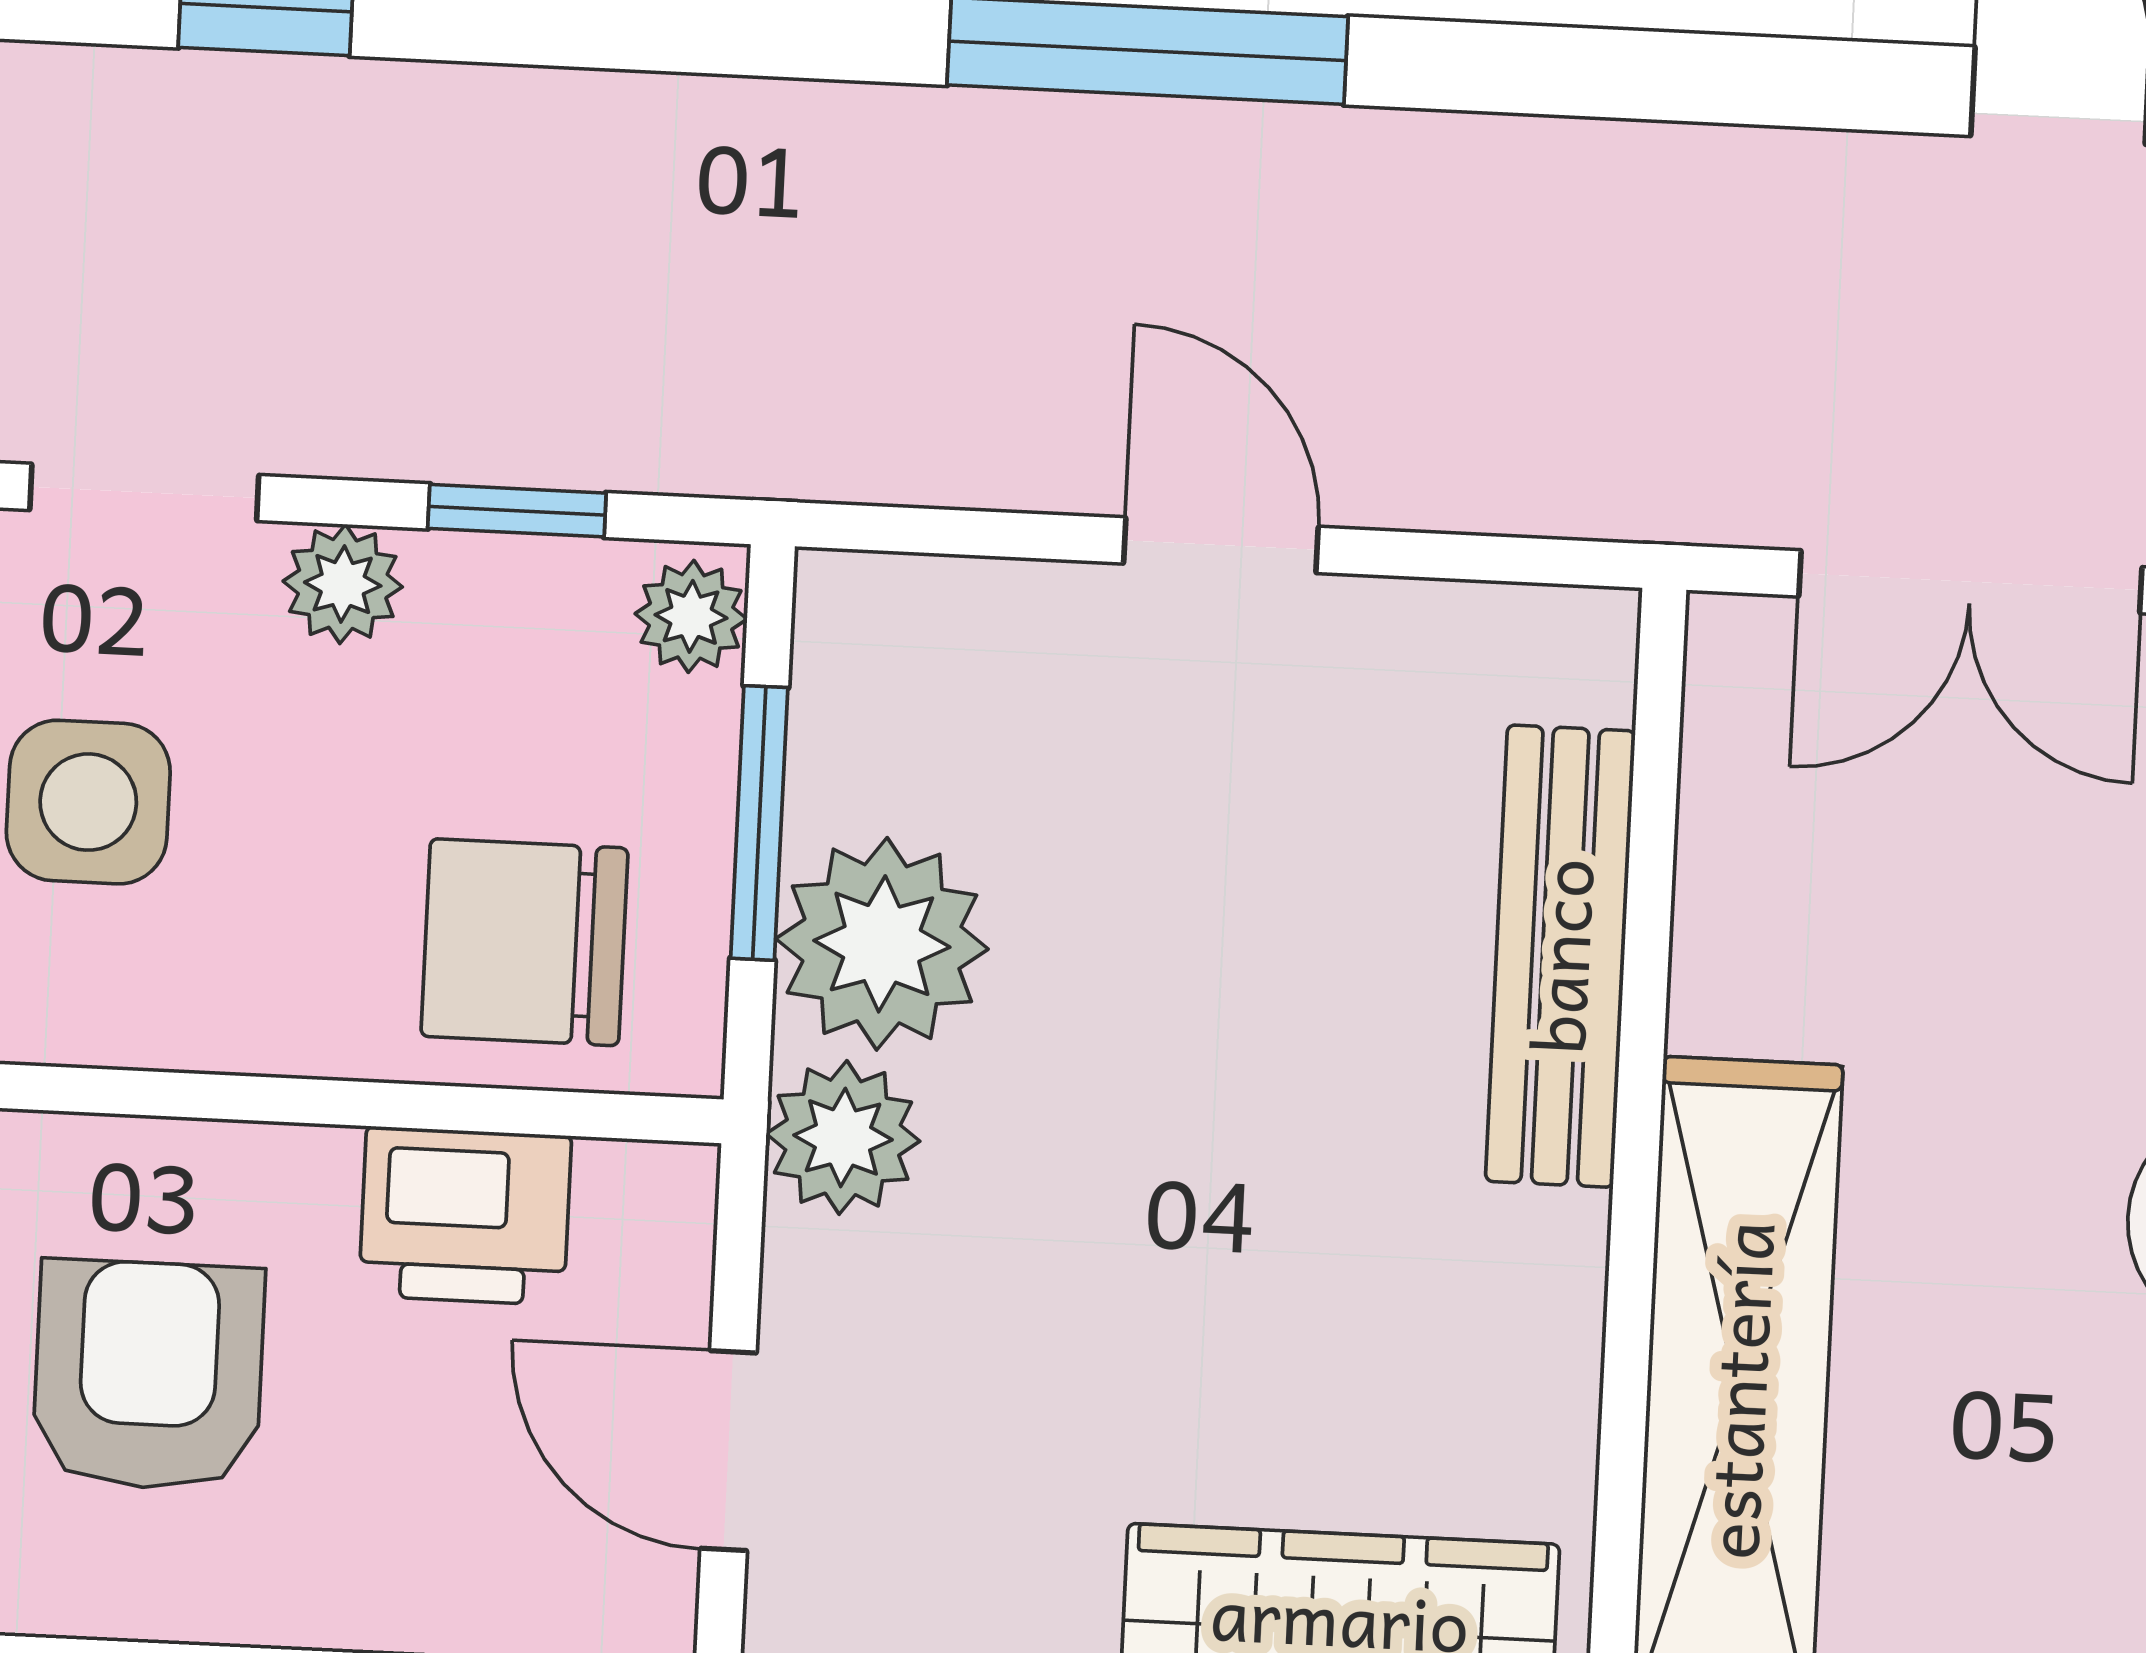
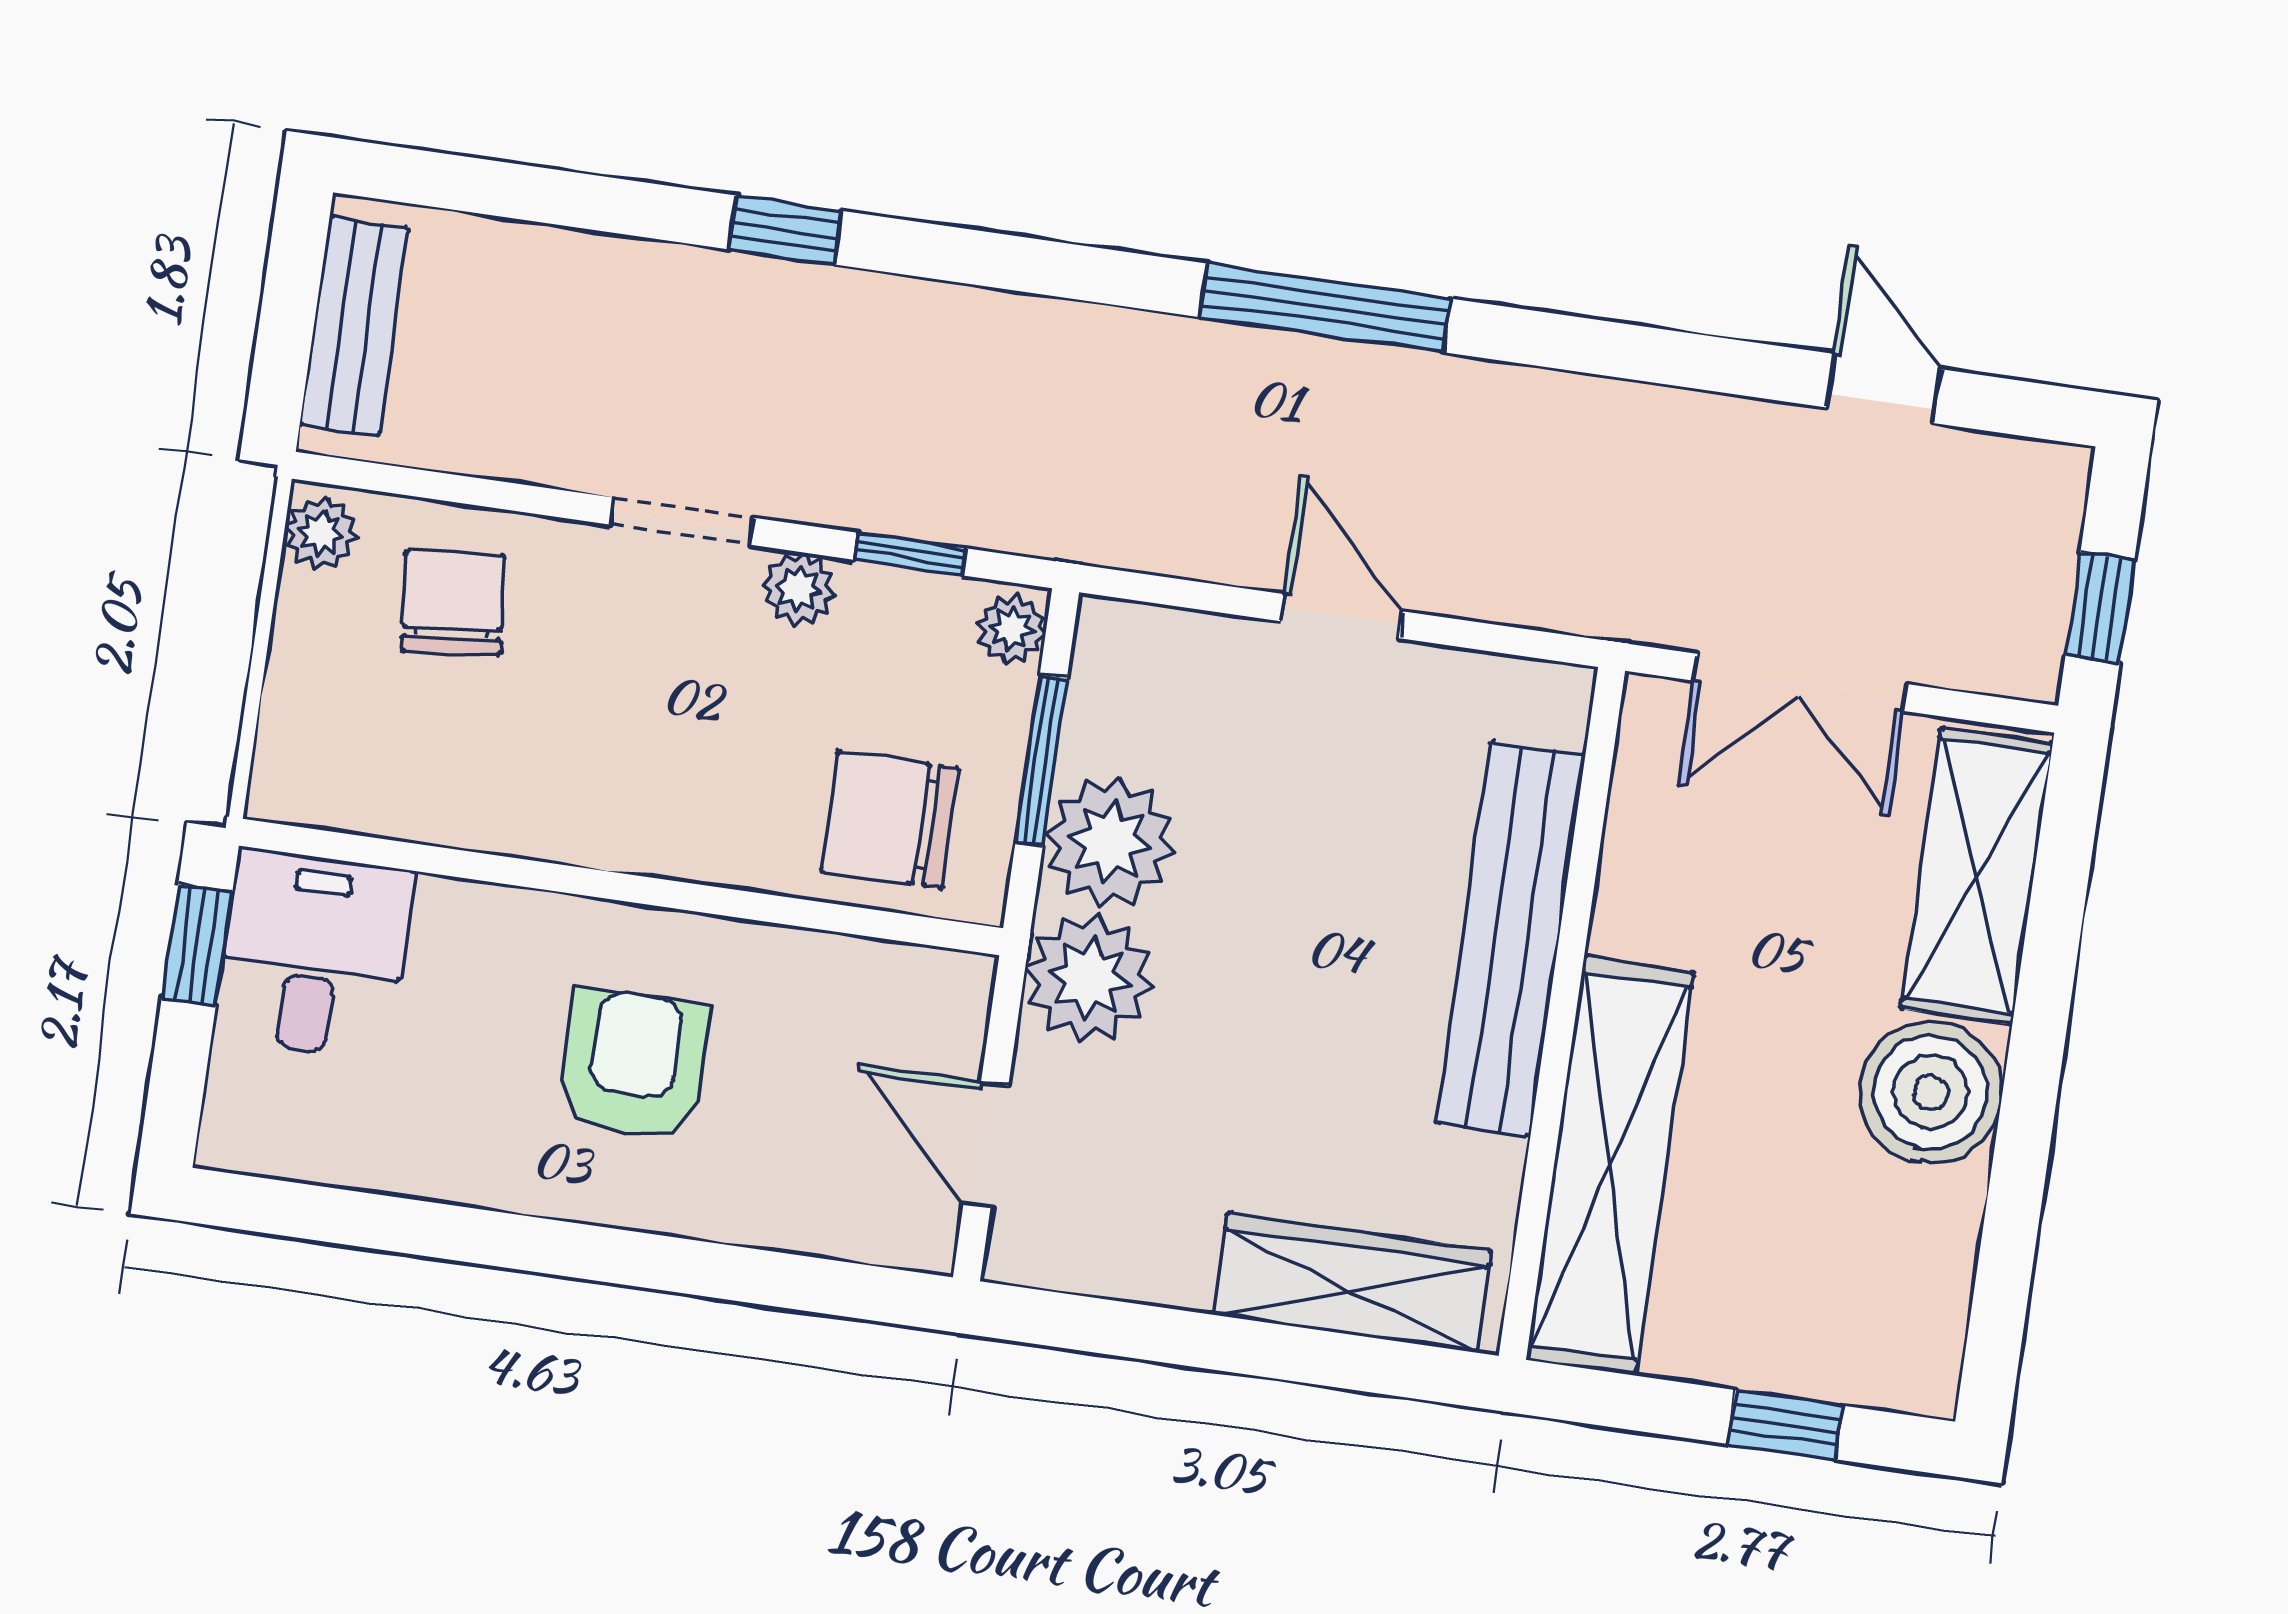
side table: (88, 802) -> (630, 708), removed
bench: (1560, 956) -> (1510, 939), width x1.37, depth x1.21
plant: (843, 1137) -> (1089, 978), width x1.36, depth x1.36
printer: (465, 1216) -> (837, 985), removed

